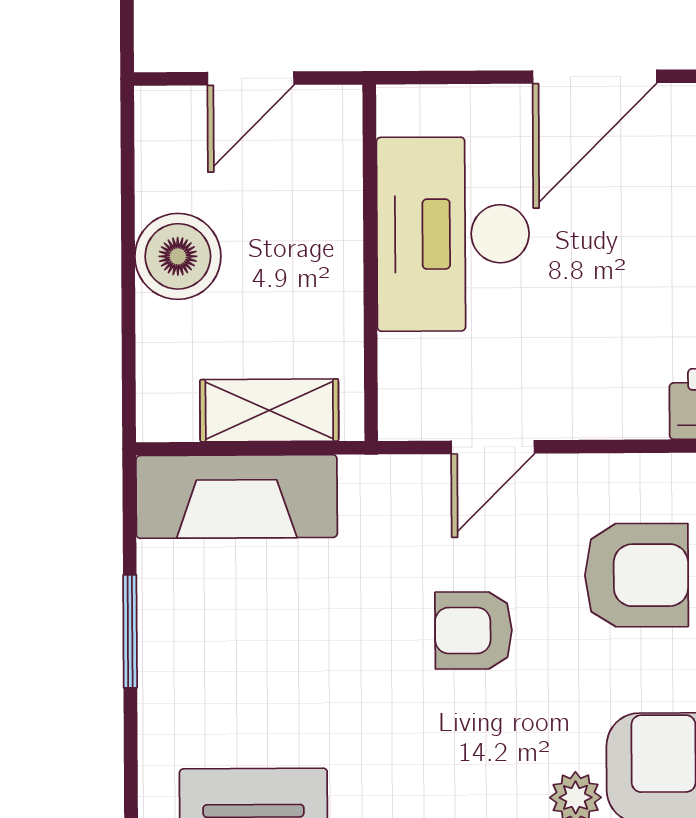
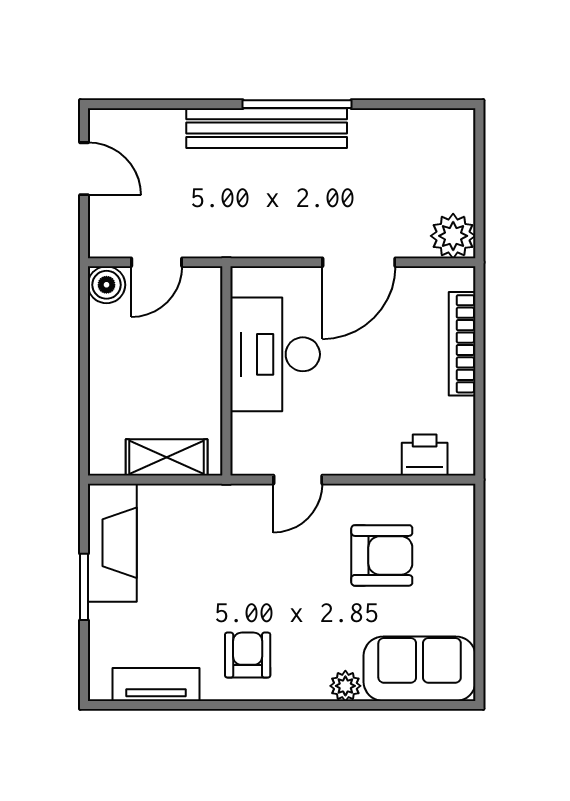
boiler: (178, 256) -> (106, 285), moved, width x0.73, depth x0.73
fireplace: (237, 496) -> (112, 543), moved, turned -90
armchair: (474, 630) -> (248, 655), moved, turned 90

